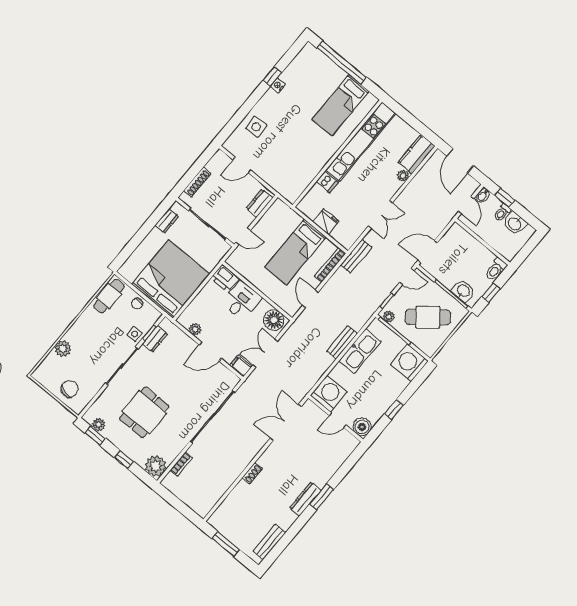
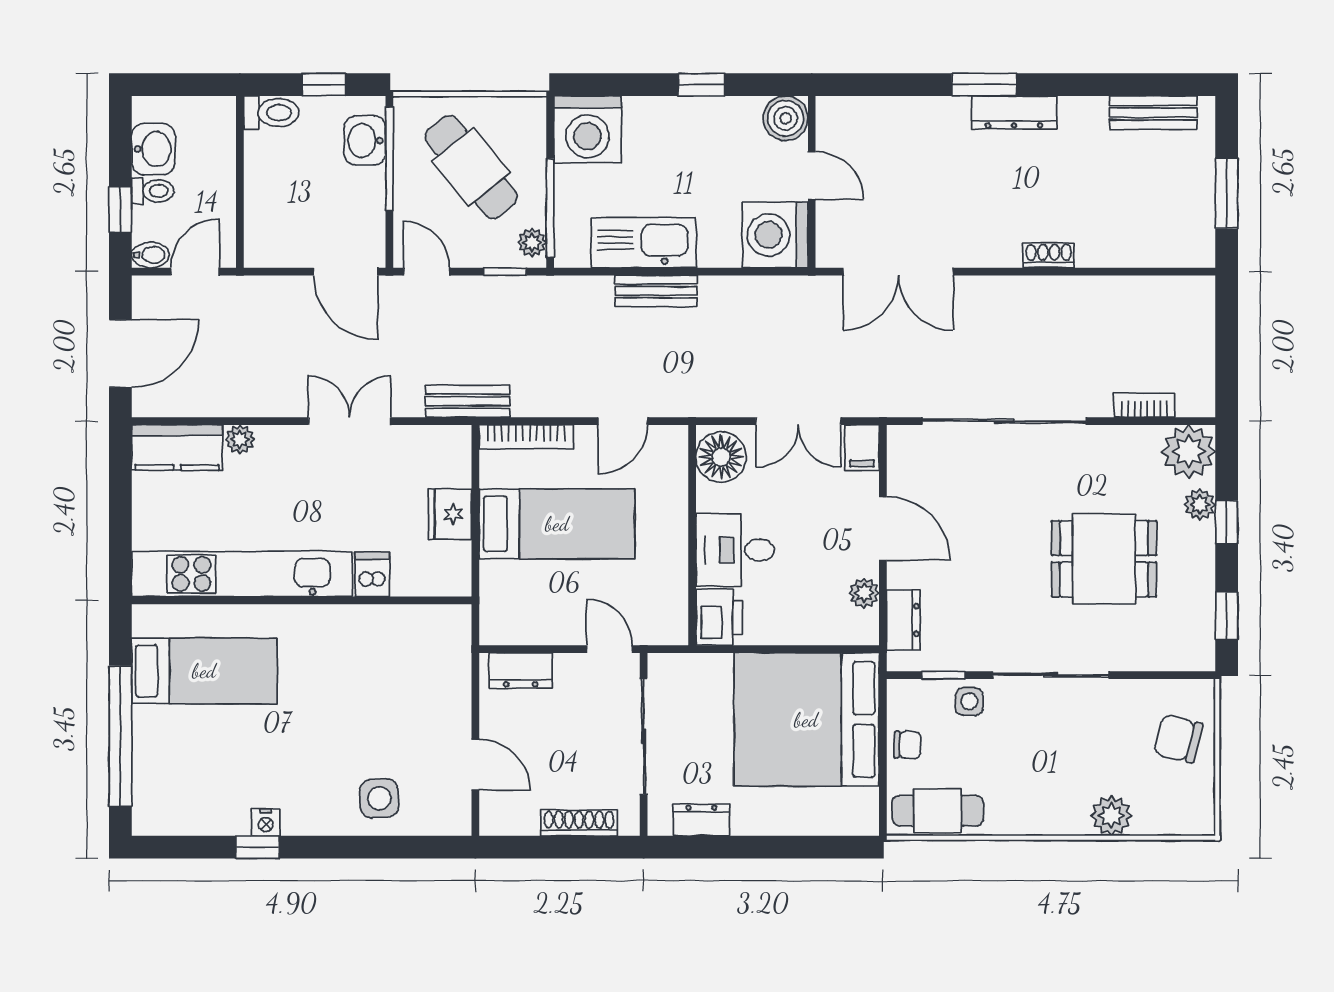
dresser: (155, 339) -> (903, 620), moved, turned 90
plant: (99, 425) -> (1200, 504), moved

